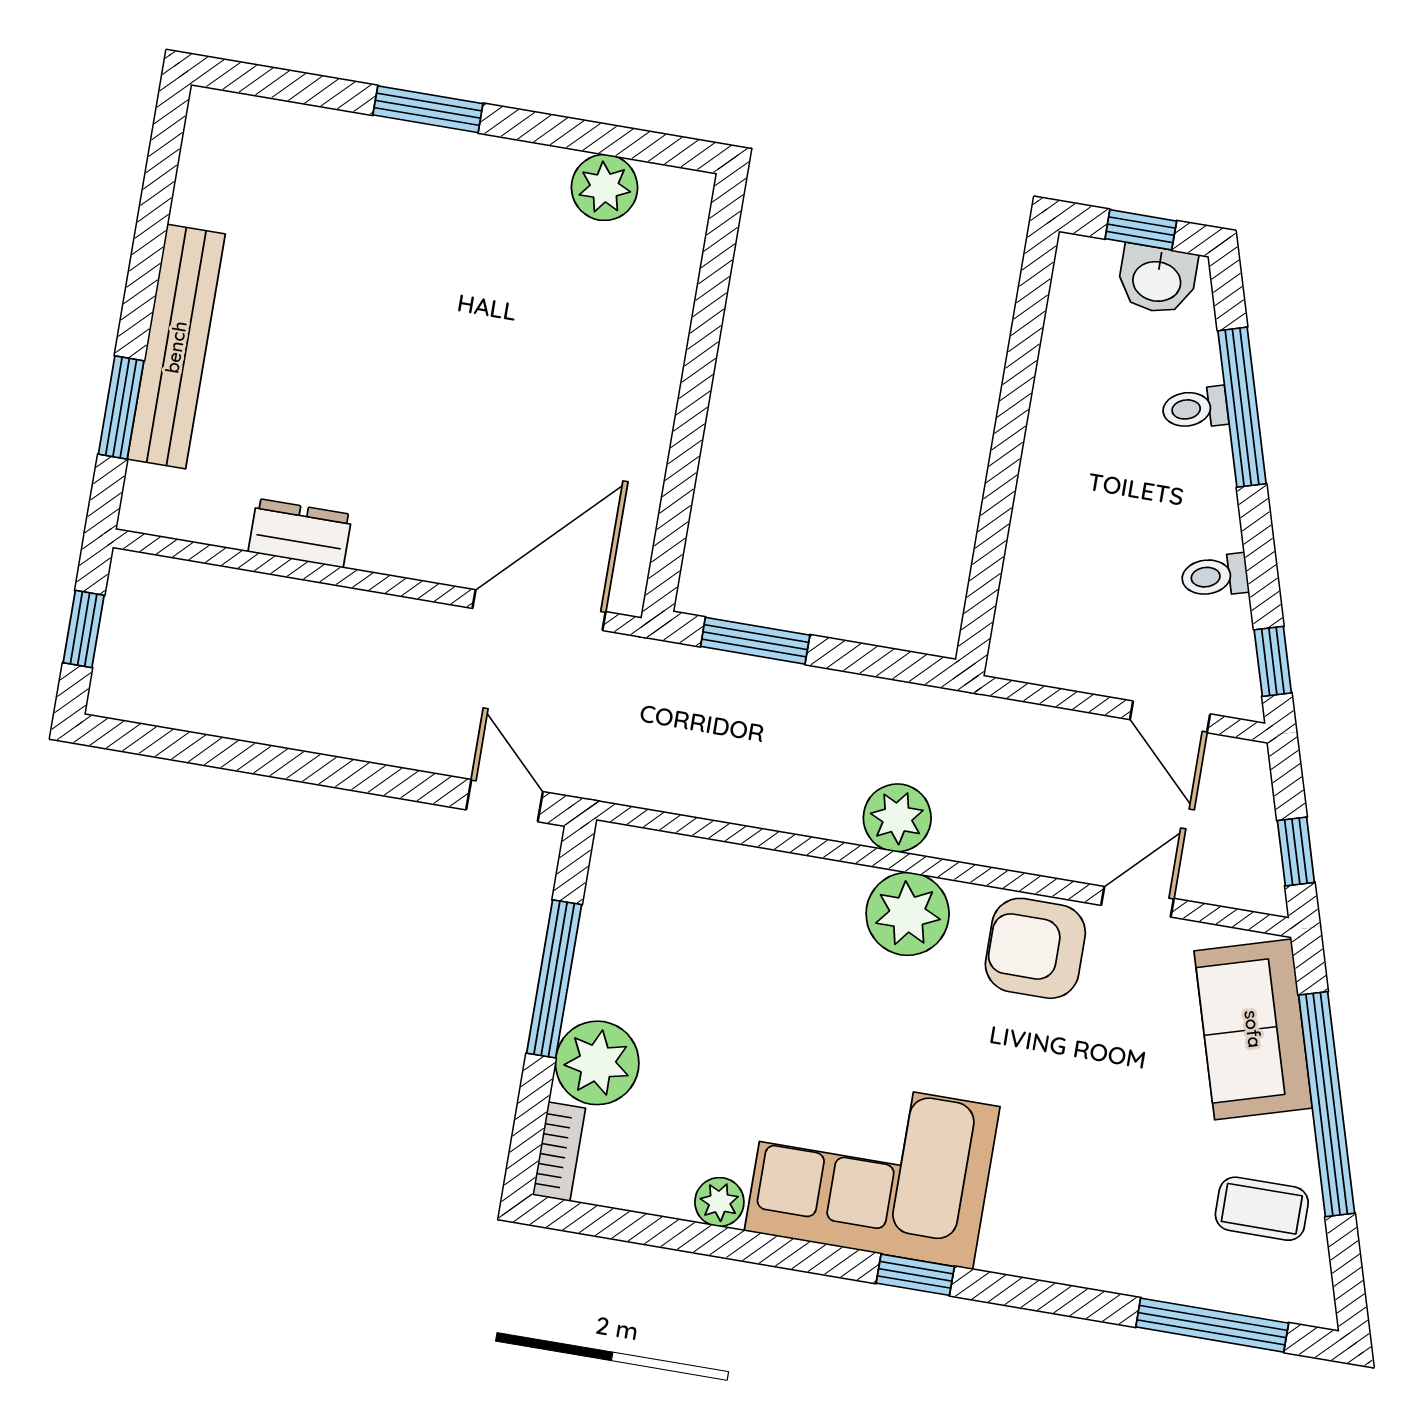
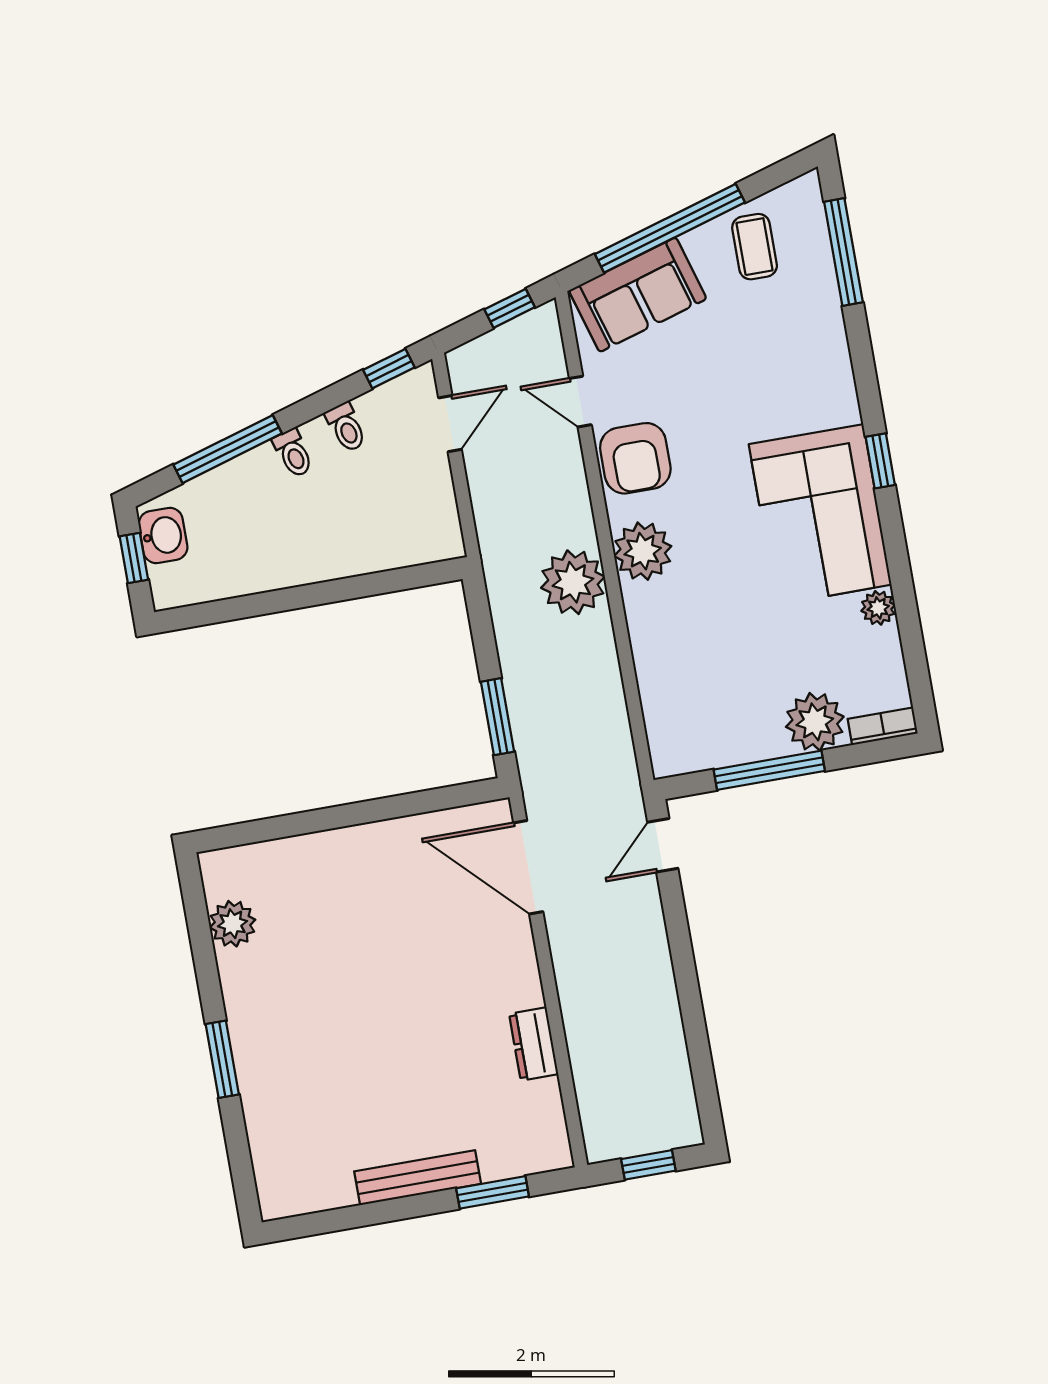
bench: (176, 347) -> (418, 1178), width x0.73, depth x0.82
toilet: (1195, 408) -> (293, 453), moved
plant: (897, 818) -> (573, 582), width x1.36, depth x1.36

